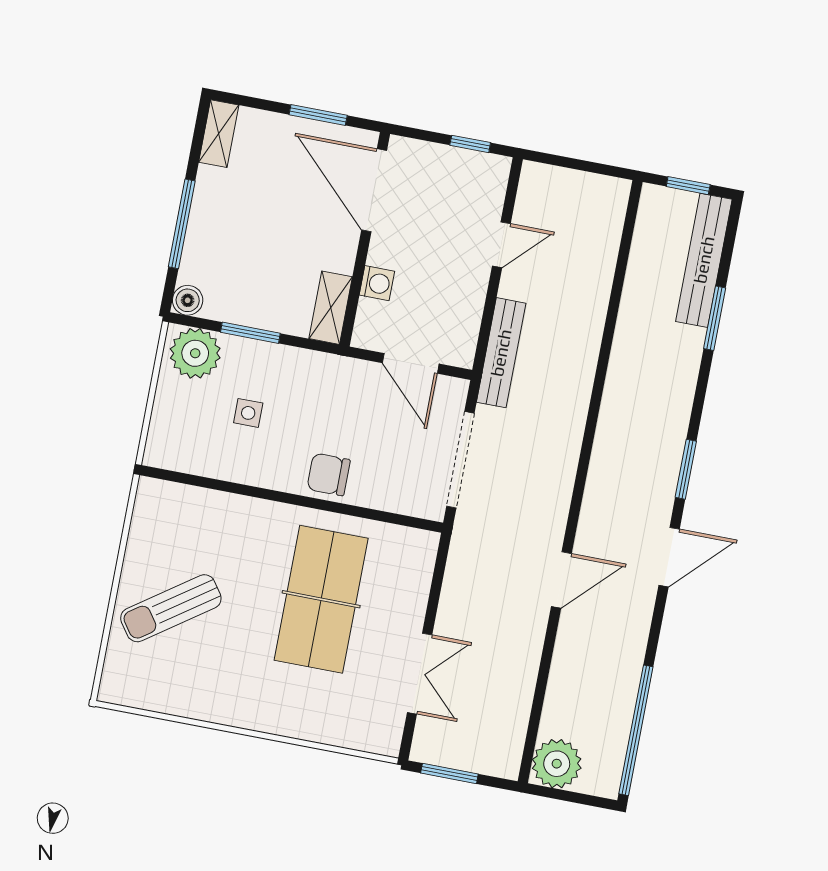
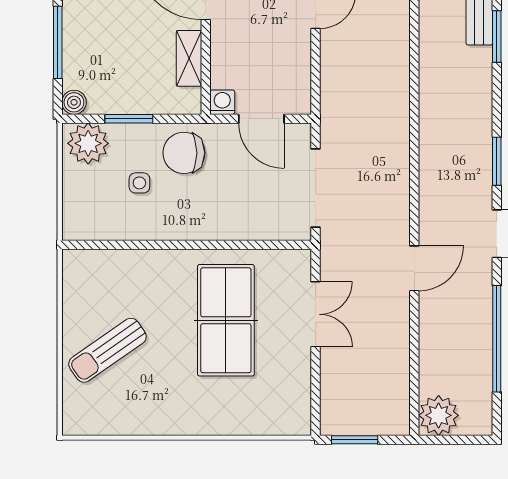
washing machine: (377, 283) -> (222, 102), moved, turned -90
shelving: (331, 308) -> (189, 58), moved
bench: (501, 353) -> (332, 96), removed
chair: (329, 474) -> (184, 153), moved, width x1.37, depth x1.37
double door: (420, 674) -> (316, 314), moved
window: (636, 730) -> (497, 339), moved

